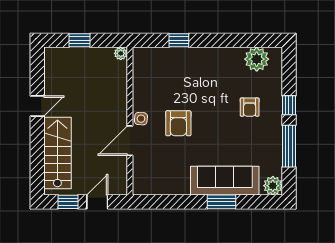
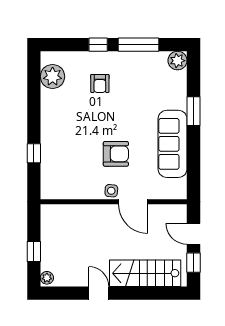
plant: (121, 53) -> (47, 278), moved
armchair: (250, 107) -> (100, 83), turned 90
sofa: (225, 181) -> (173, 144), moved

